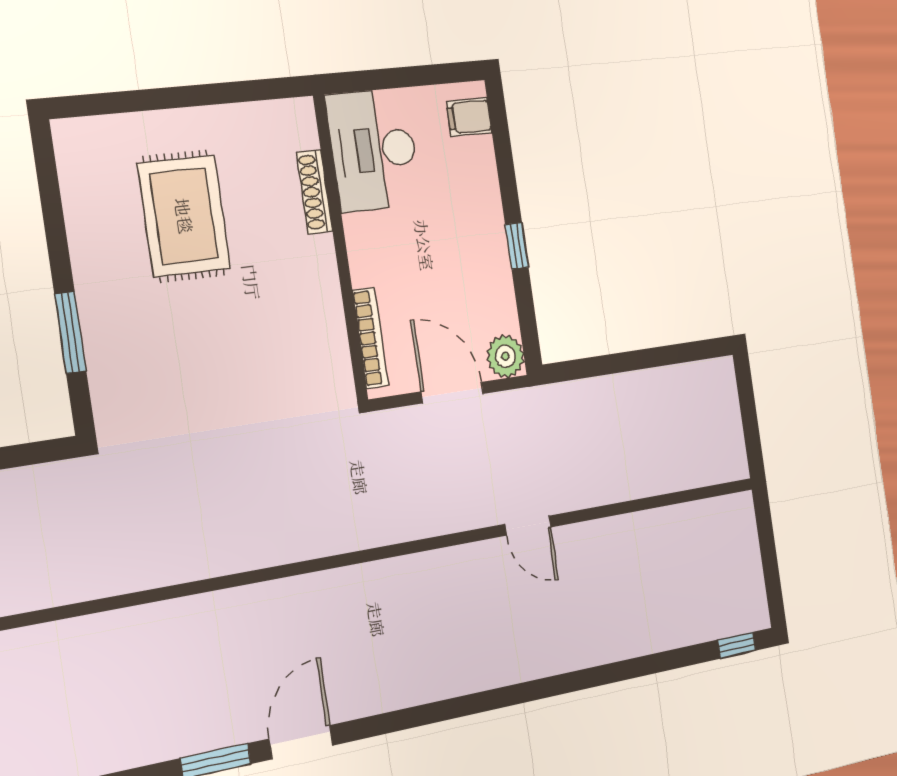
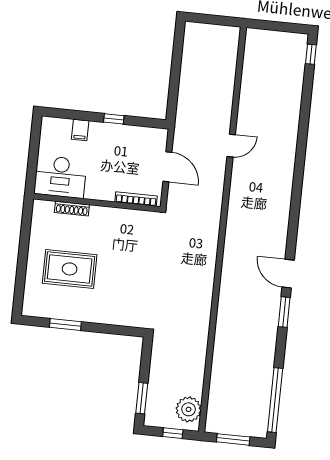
filing cabinet: (469, 117) -> (80, 130), moved
window: (70, 332) -> (65, 324), moved
plant: (505, 356) -> (158, 137), removed
door: (452, 393) -> (167, 167), swing flipped

